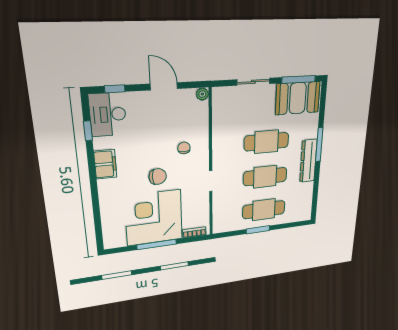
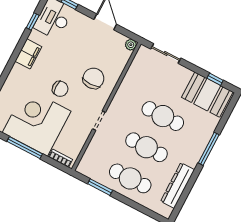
window: (299, 79) -> (215, 79), width x0.46
sliding door: (253, 82) -> (166, 53), moved
chair: (184, 148) -> (93, 78), width x1.87, depth x1.87
dresser: (308, 161) -> (178, 185), moved
window: (258, 230) -> (100, 187), moved

